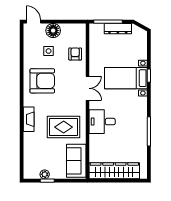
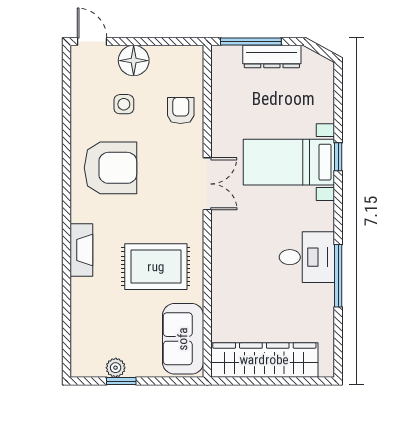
desk: (102, 122) -> (307, 257), moved, turned 180

